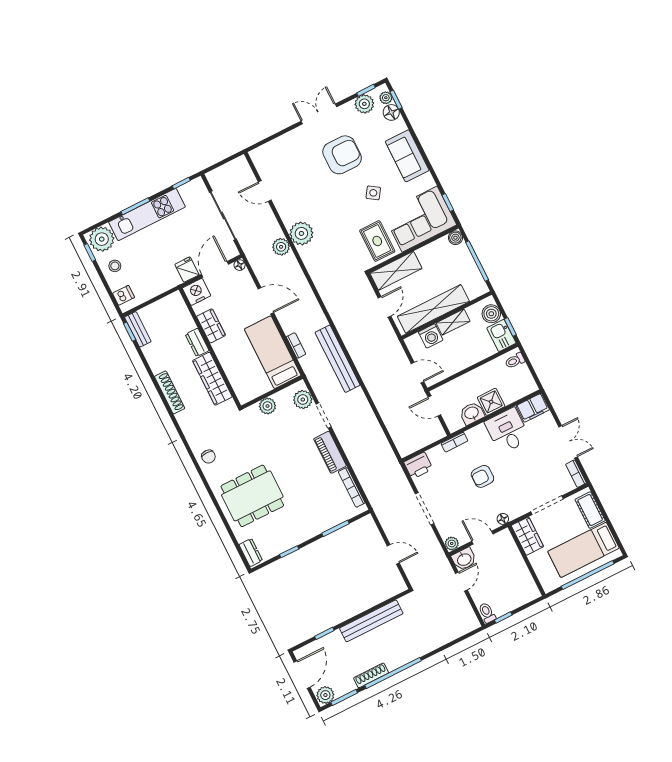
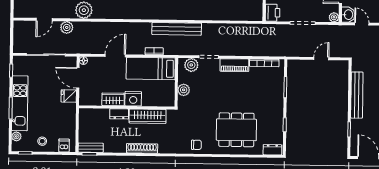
plant: (102, 239) -> (16, 136), width x0.53, depth x0.53
plant: (281, 247) -> (67, 27), moved
nightstand: (197, 292) -> (133, 99), moved, turned -90
dining table: (252, 496) -> (236, 130), turned 90

